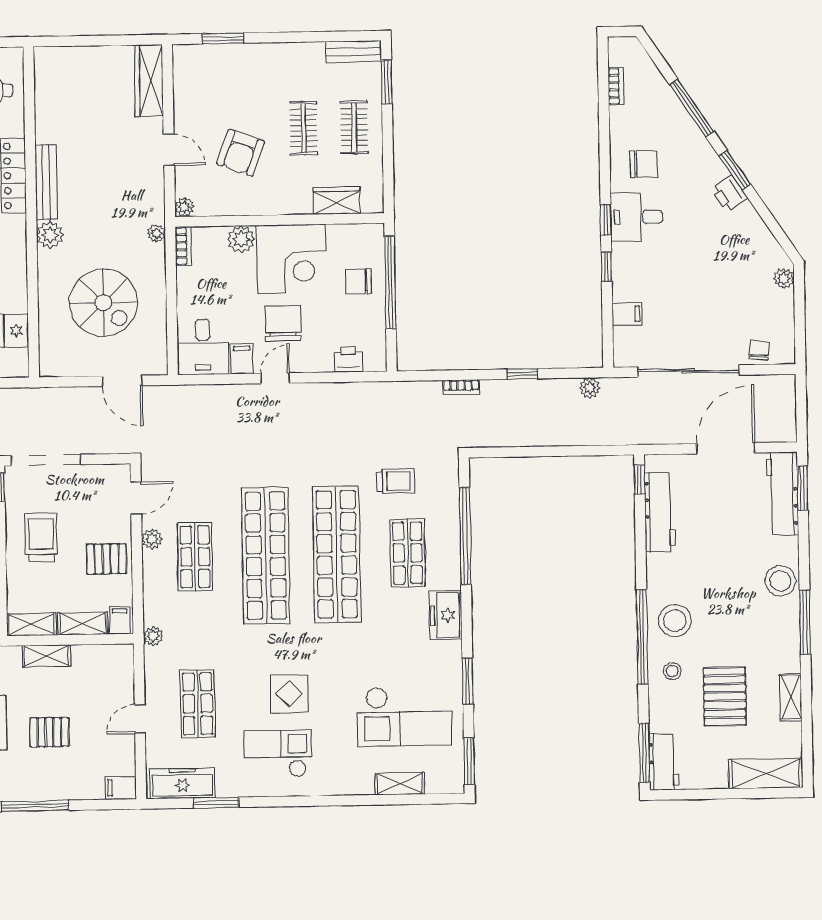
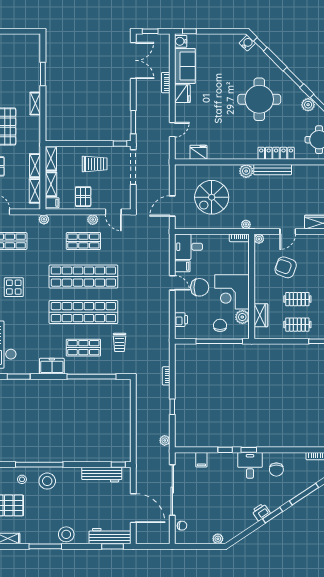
plant: (241, 239) -> (242, 317), moved
shelving: (97, 655) -> (35, 191), added

